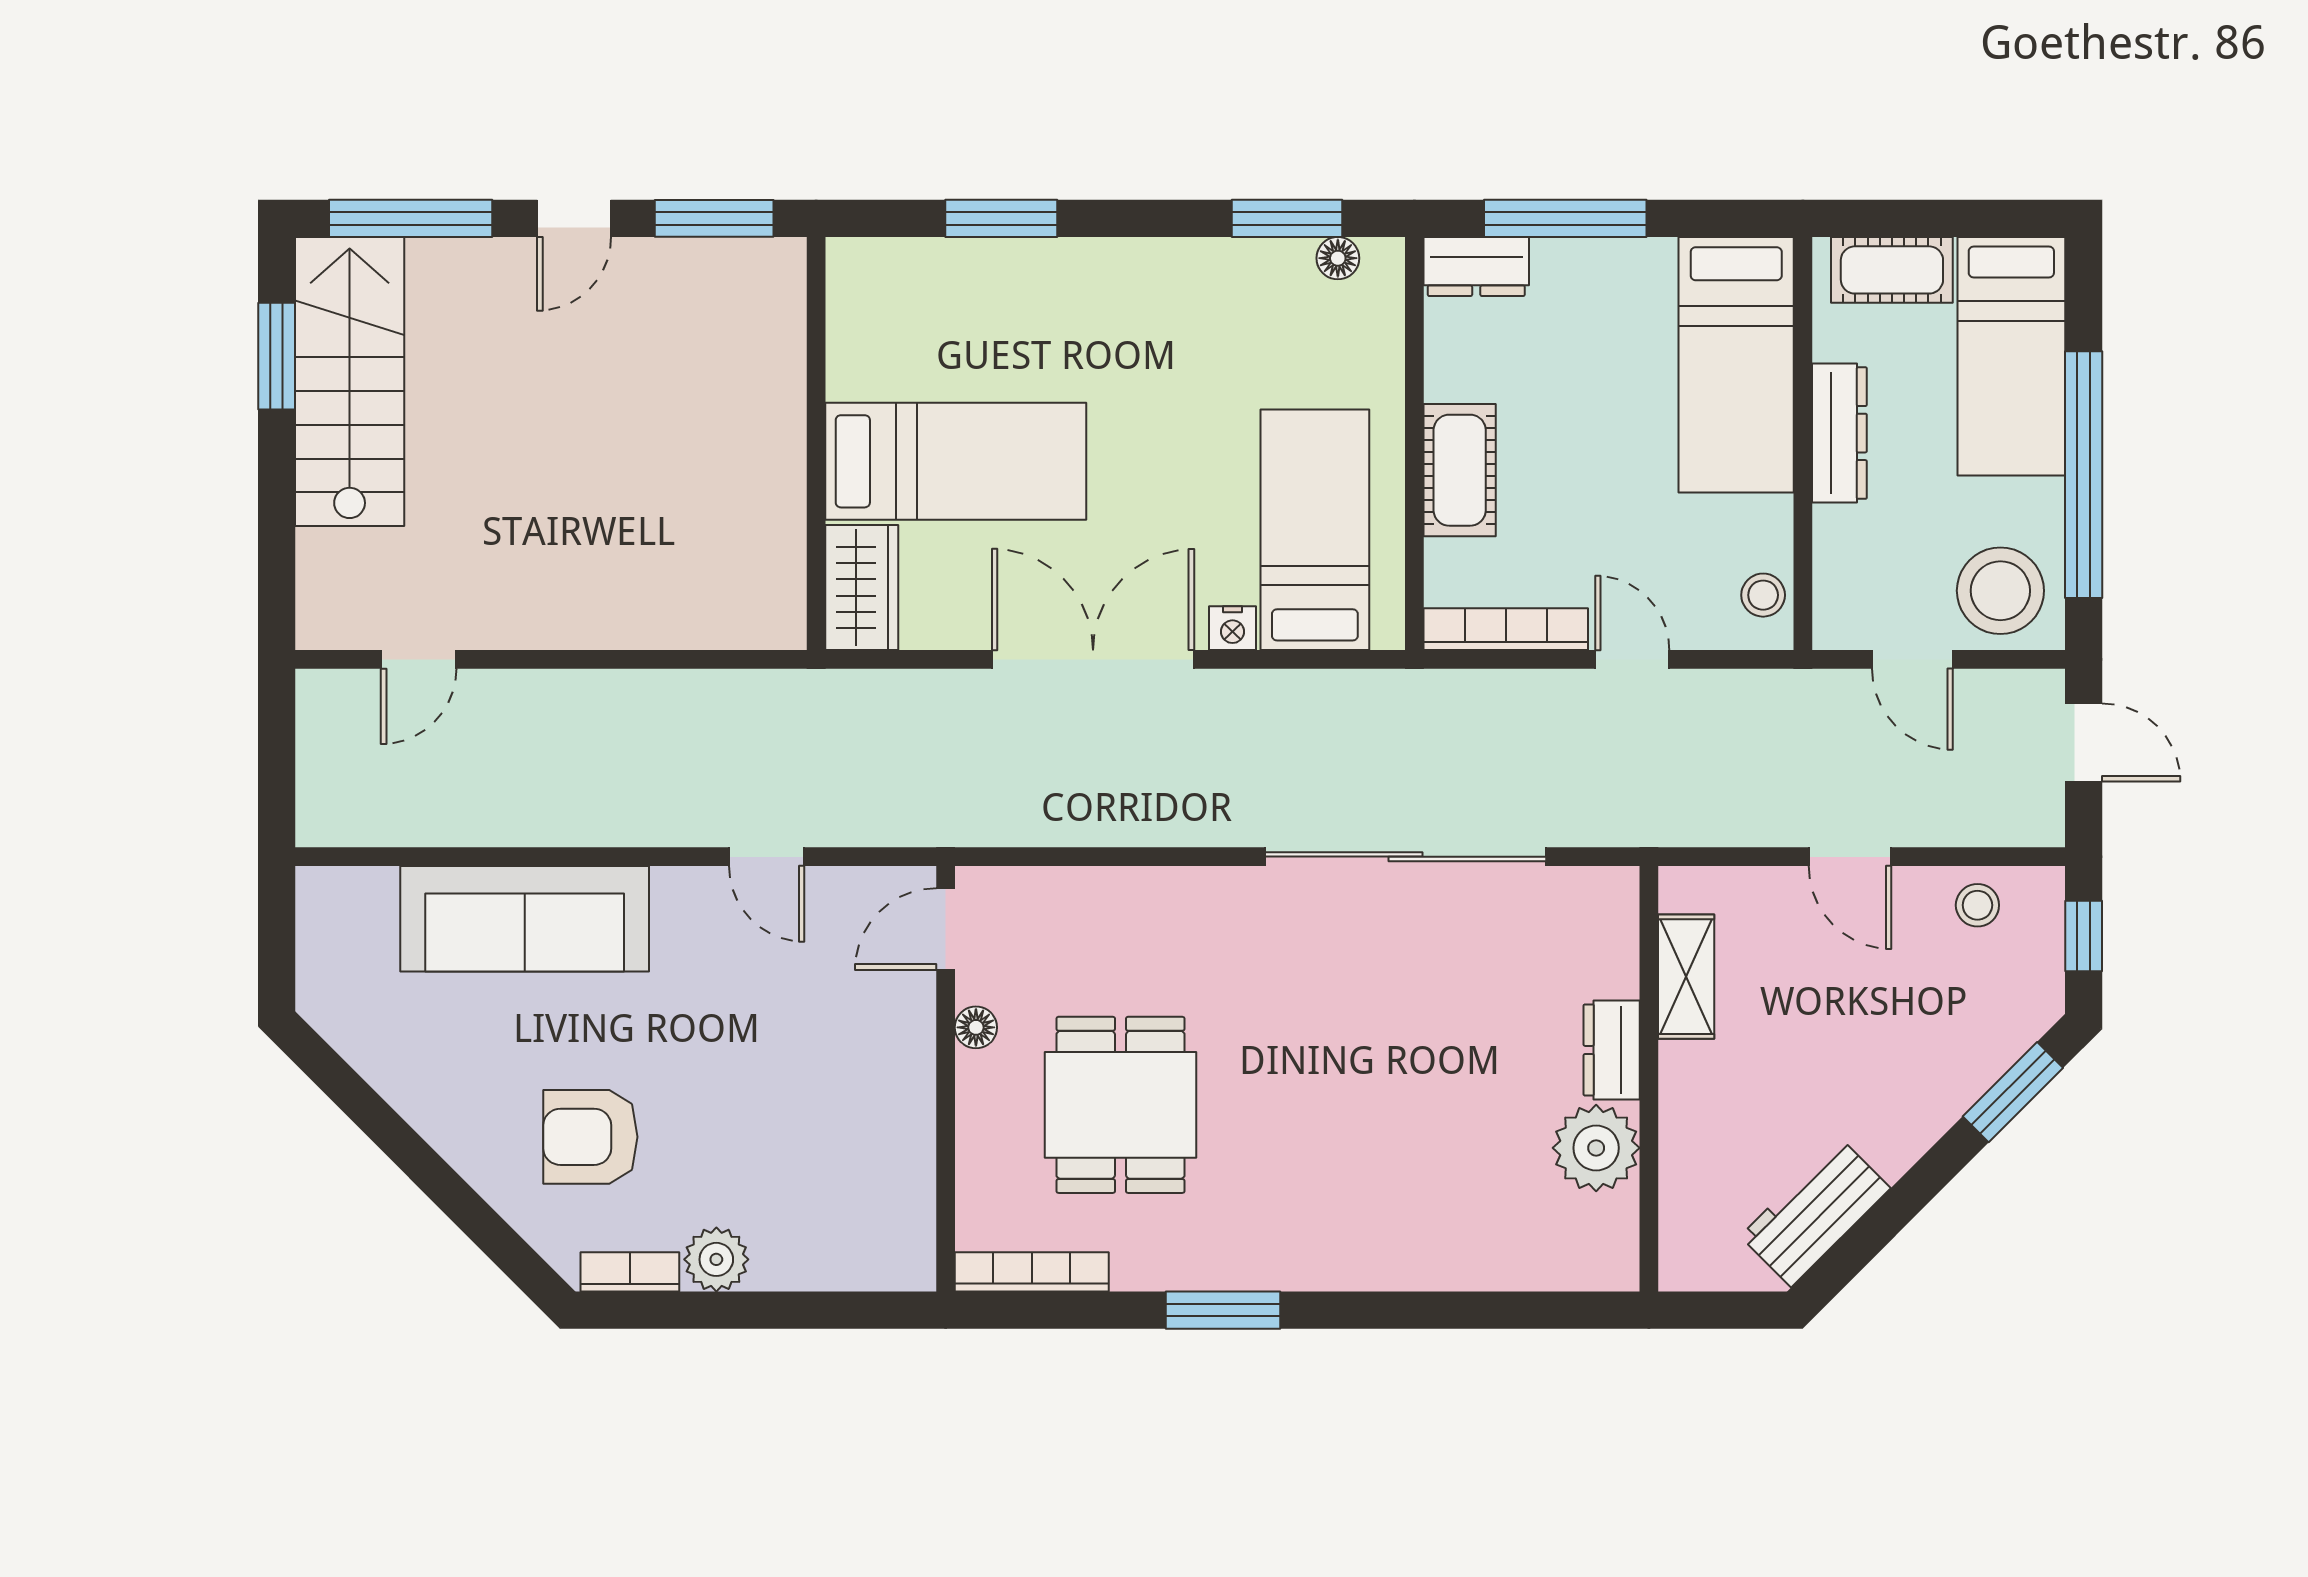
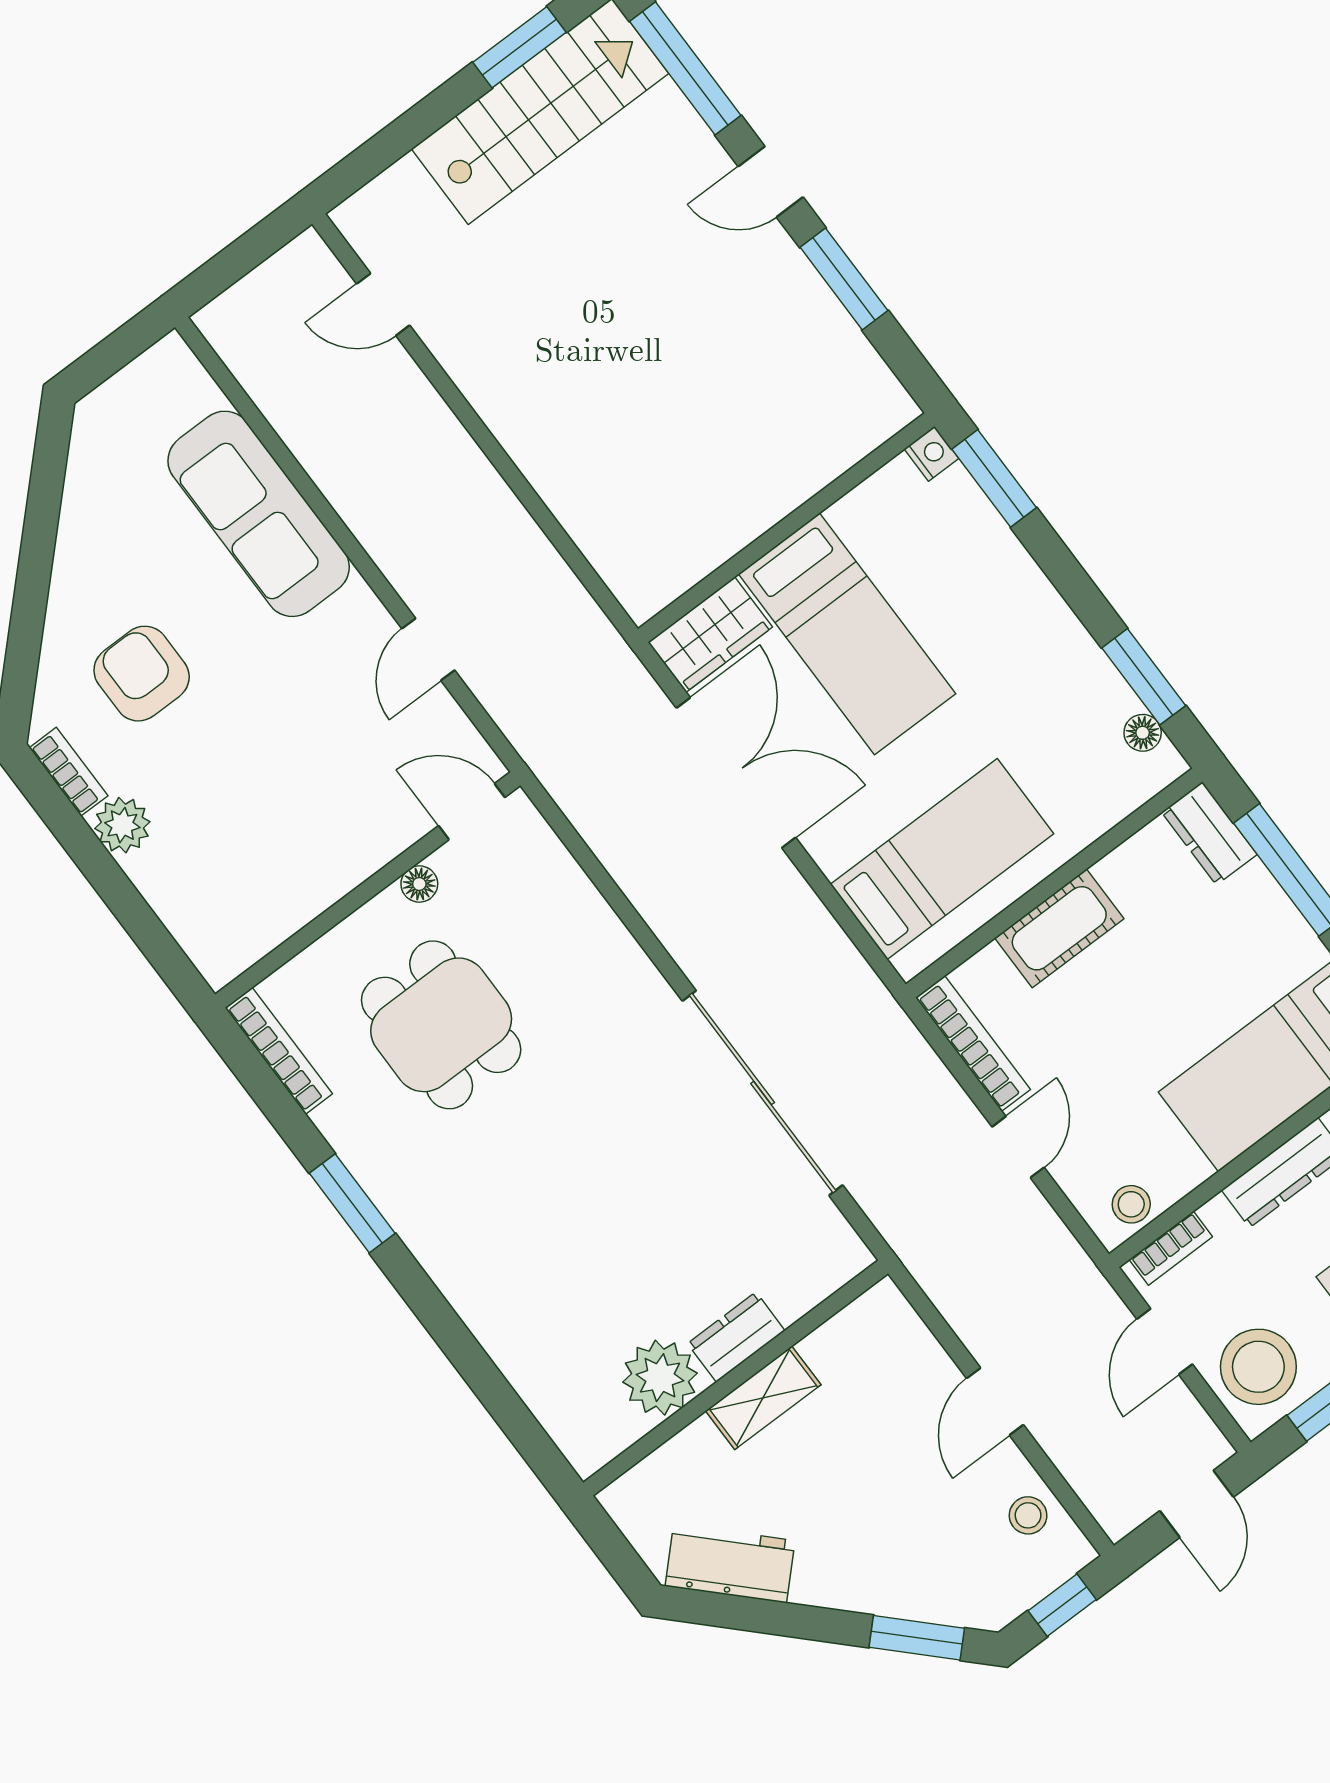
wall: (816, 444) -> (786, 528), moved
bed: (956, 461) -> (847, 634), moved
wardrobe: (862, 588) -> (710, 635), moved
bookcase: (1831, 589) -> (1171, 1248), added
nightstand: (1232, 628) -> (931, 454), moved, turned 180
shelving: (1686, 977) -> (763, 1398), moved
dining table: (1120, 1105) -> (441, 1025), turned 90

